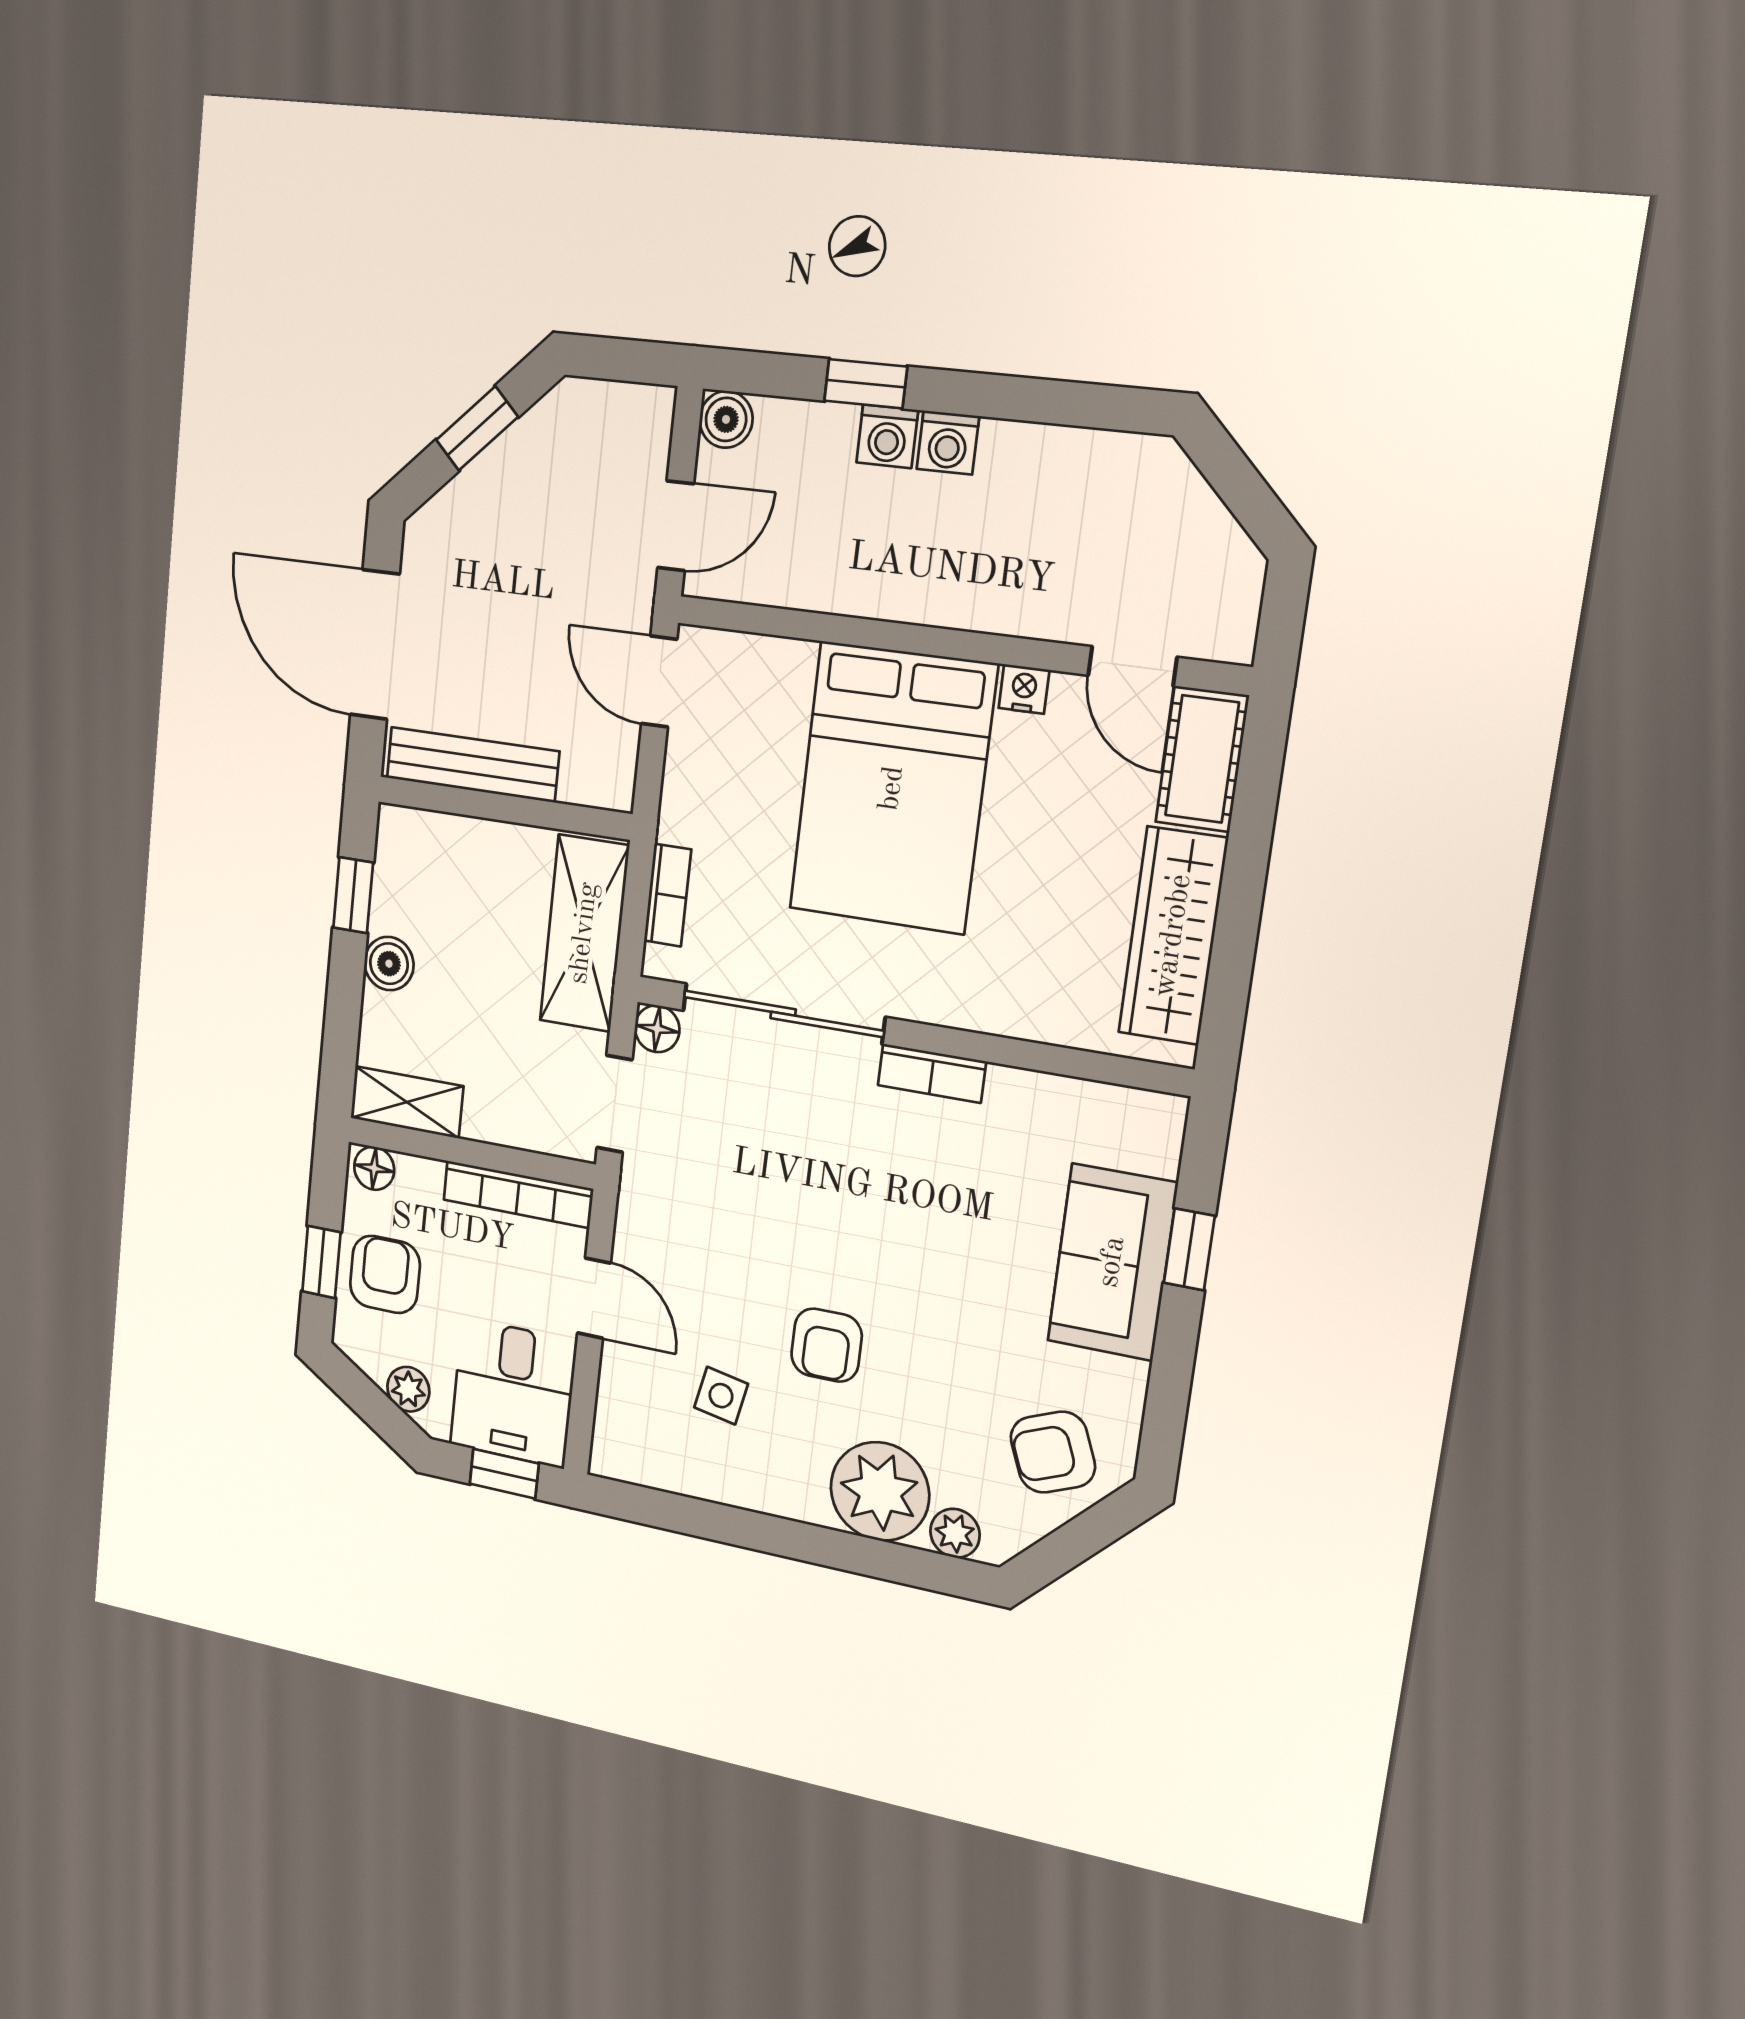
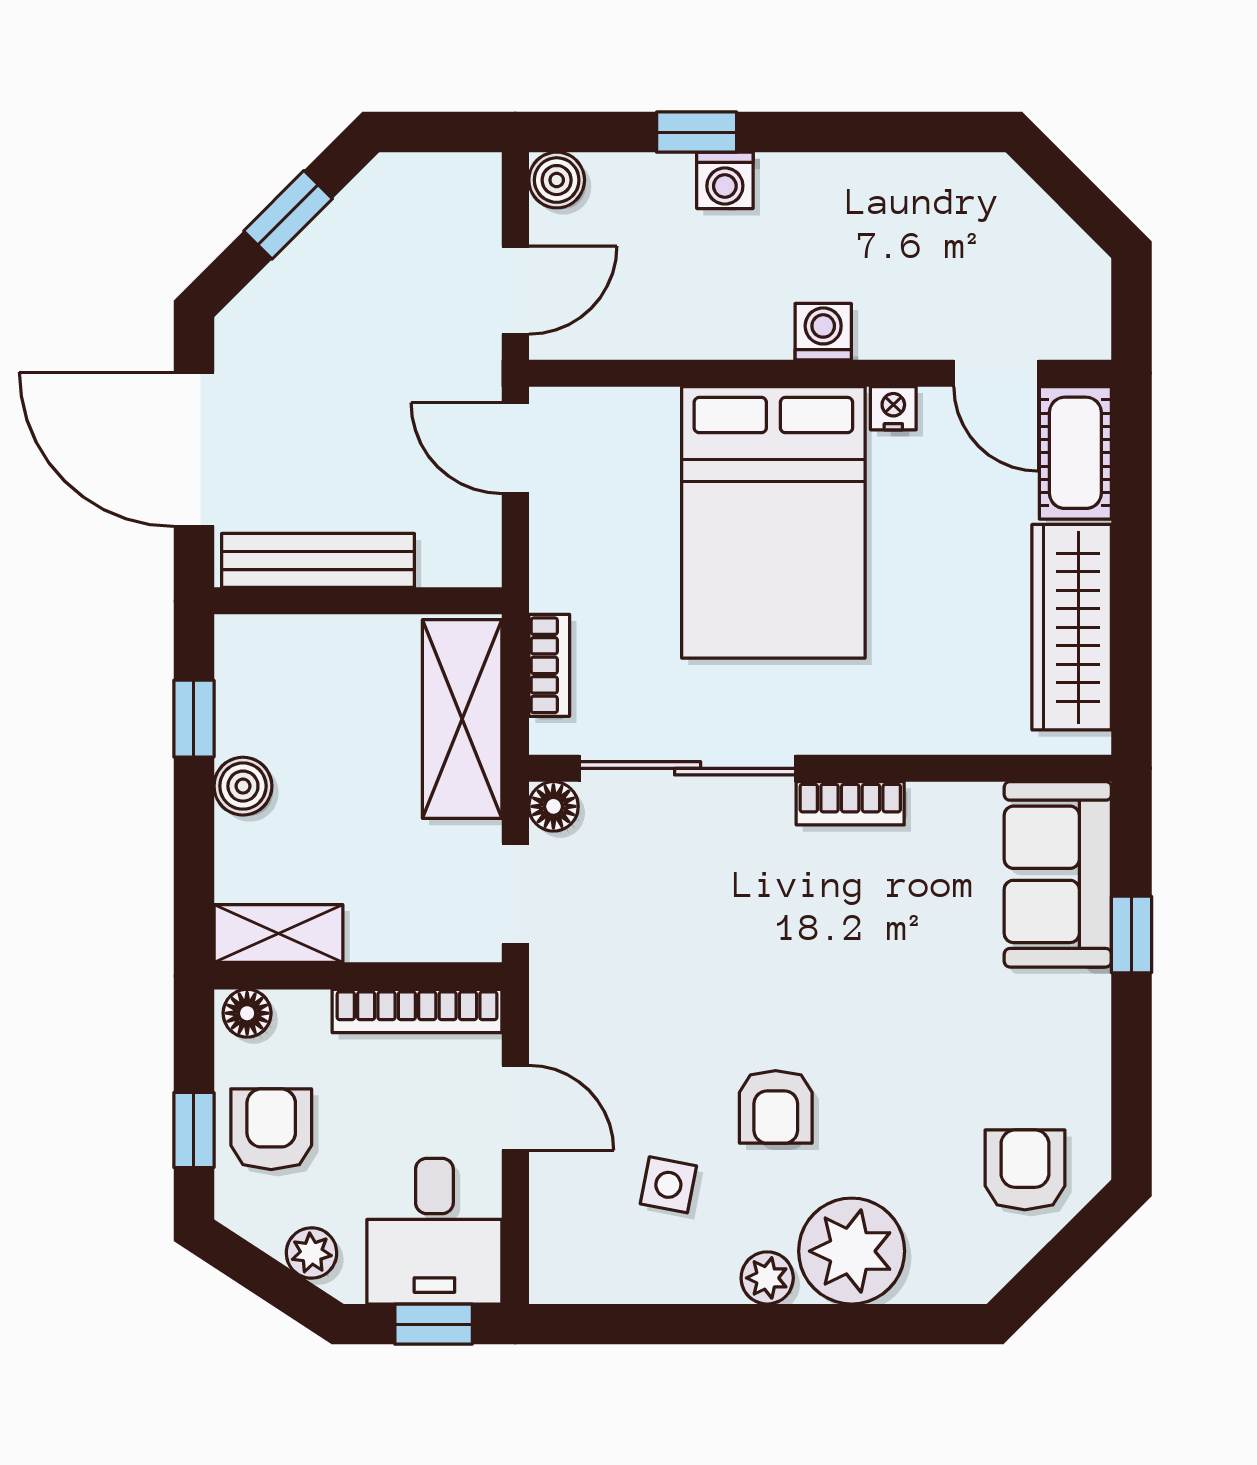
washing machine: (948, 443) -> (823, 332), moved, turned 180
sofa: (1112, 1262) -> (1058, 874), moved
armchair: (1053, 1452) -> (1025, 1170), turned 112
plant: (955, 1533) -> (767, 1278), moved

